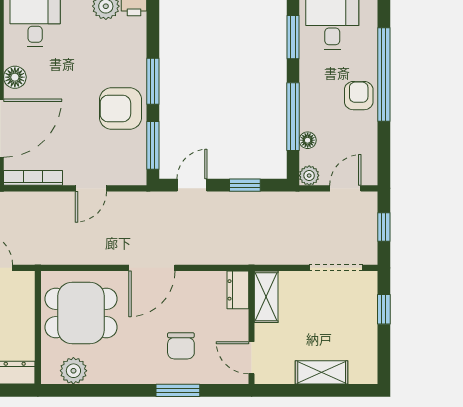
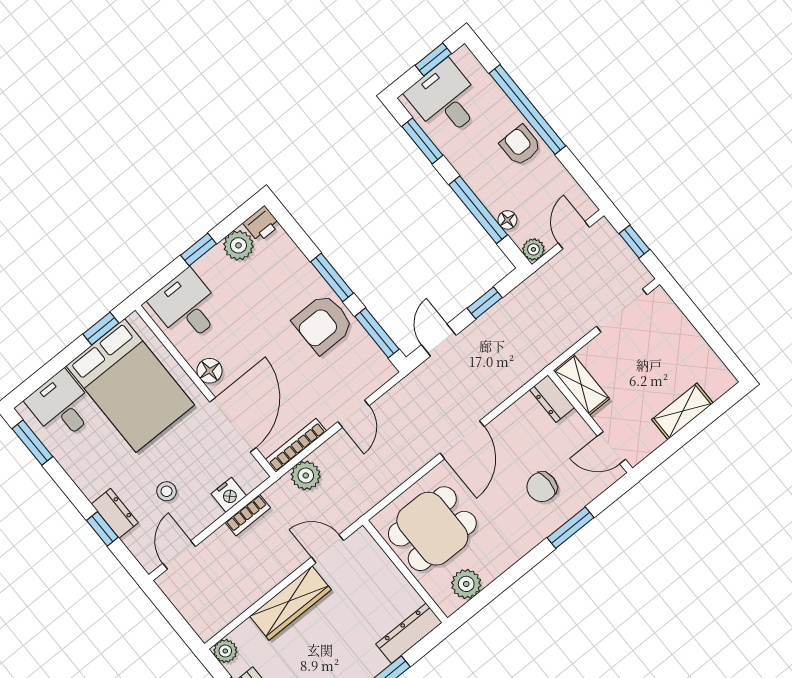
plant: (23, 205) -> (306, 476), added
window: (384, 309) -> (692, 313), removed
chair: (181, 346) -> (542, 487), turned 90

